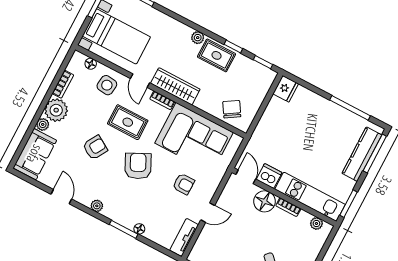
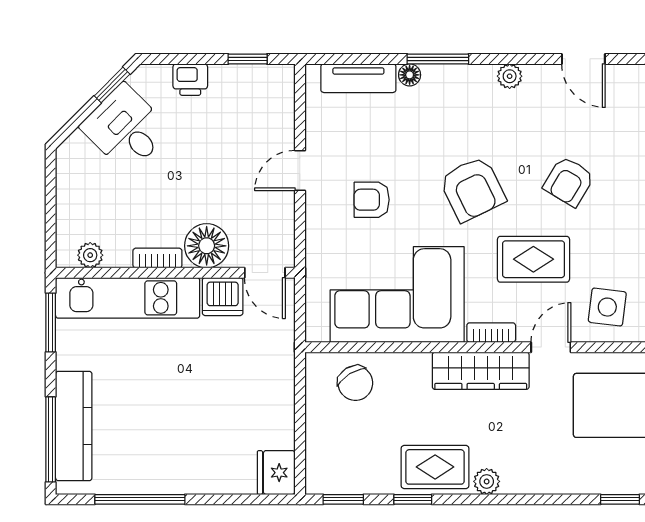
door: (140, 81) -> (551, 347), hinge flipped
tv unit: (184, 237) -> (358, 78), moved, turned 90

